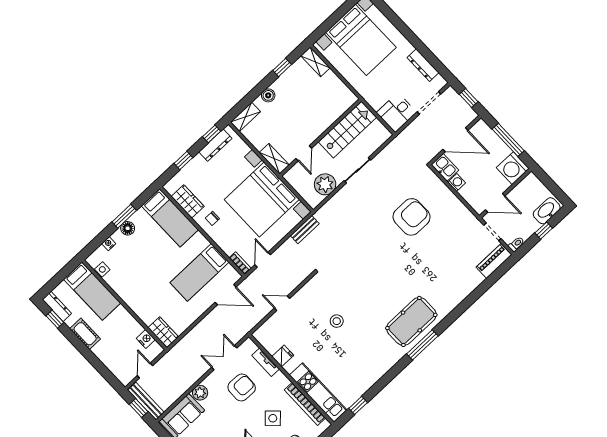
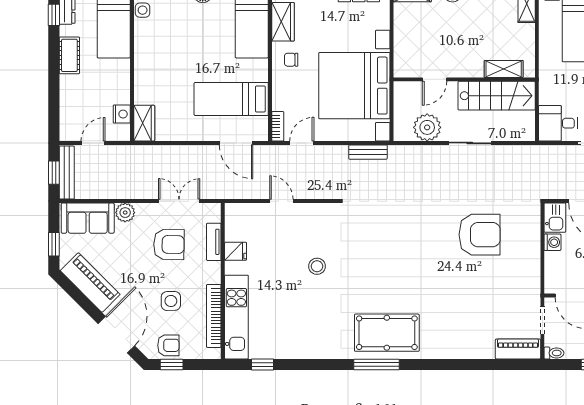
shelving: (274, 159) -> (504, 69), moved, turned 90
side table: (273, 418) -> (171, 301), turned 45

